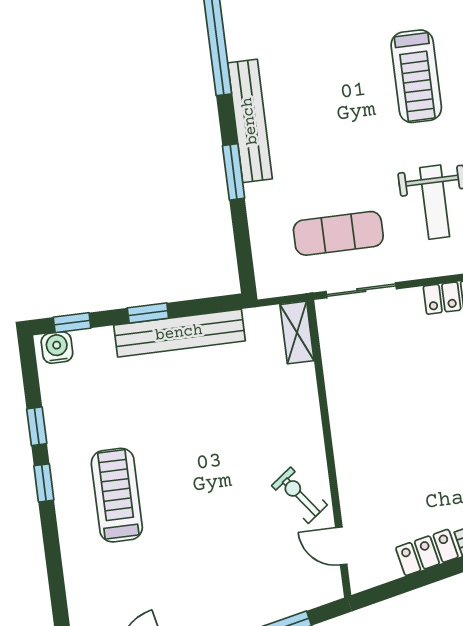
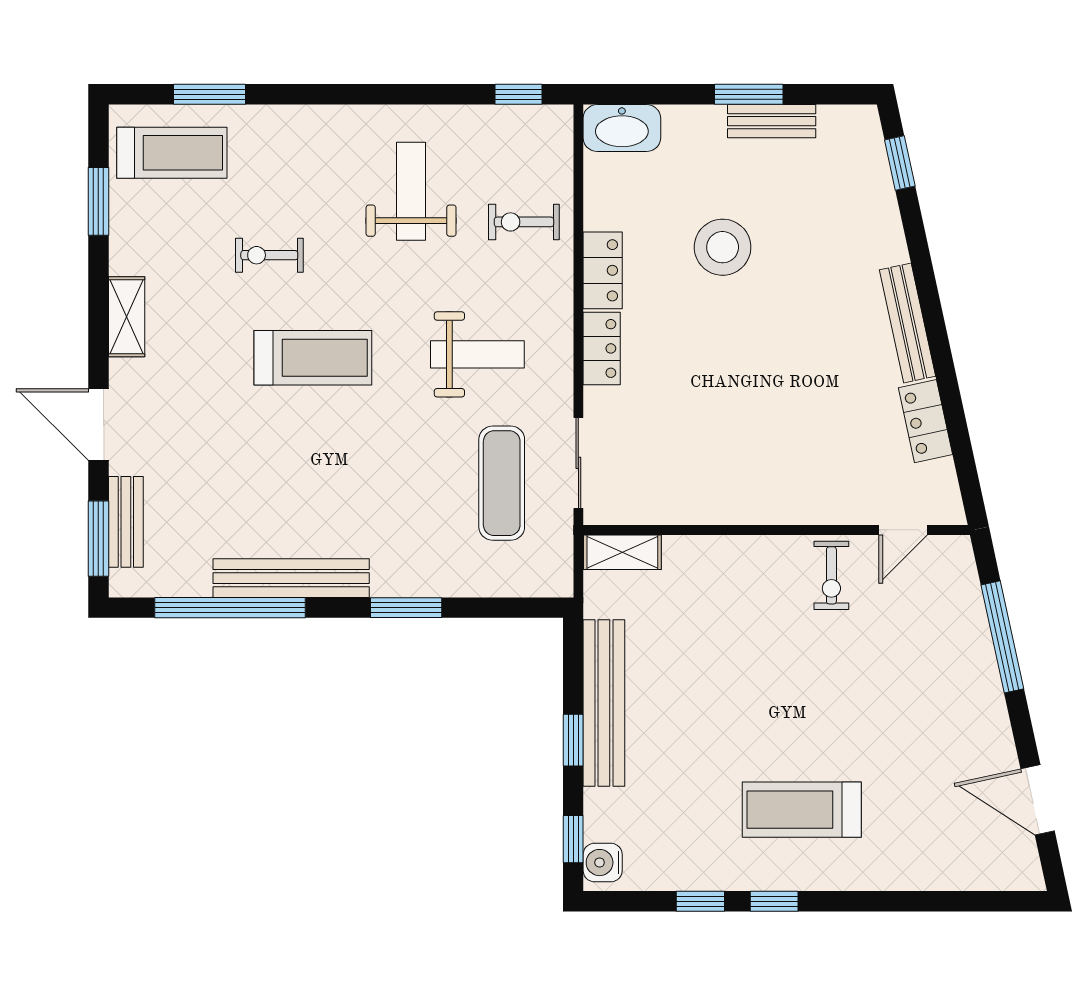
bench: (250, 121) -> (291, 578), moved
exercise bike: (299, 495) -> (831, 575), turned -53

